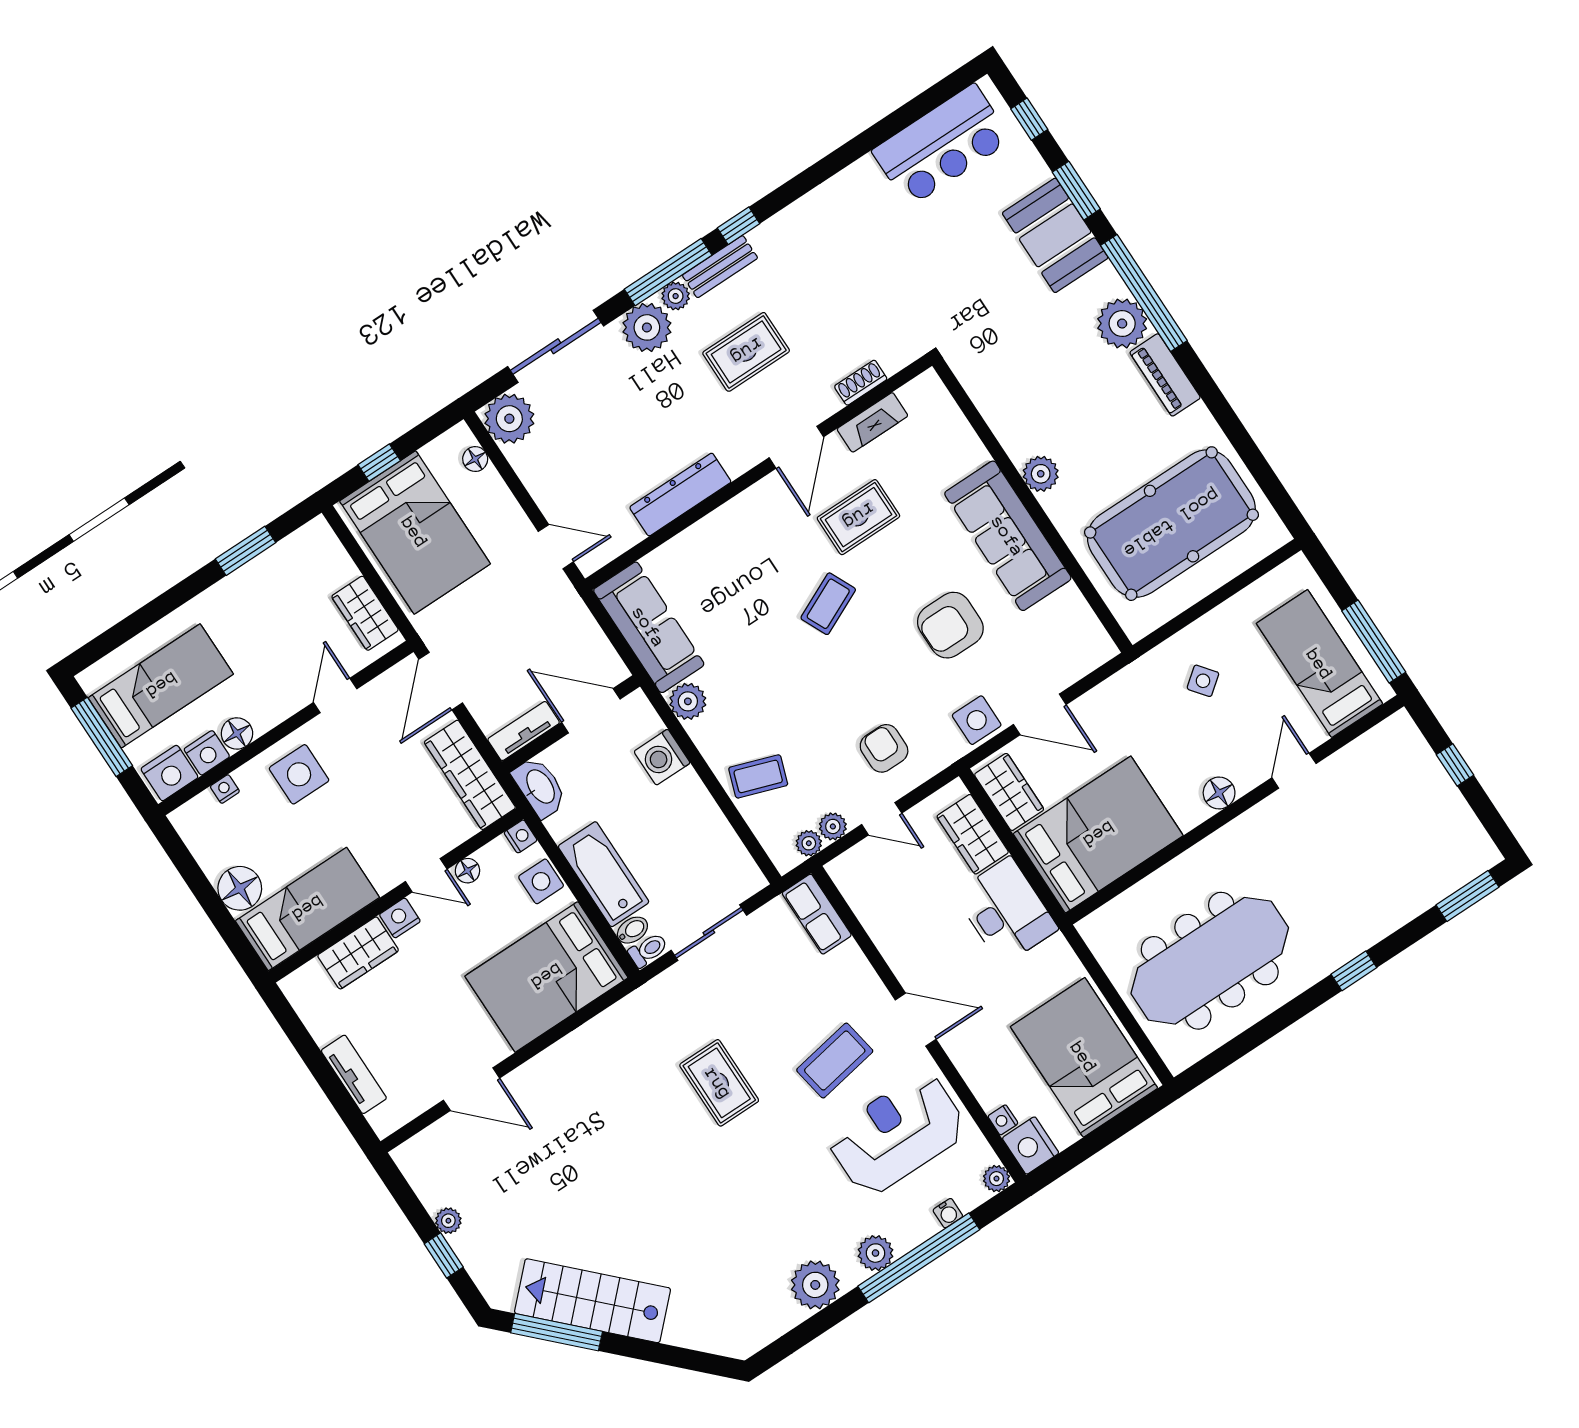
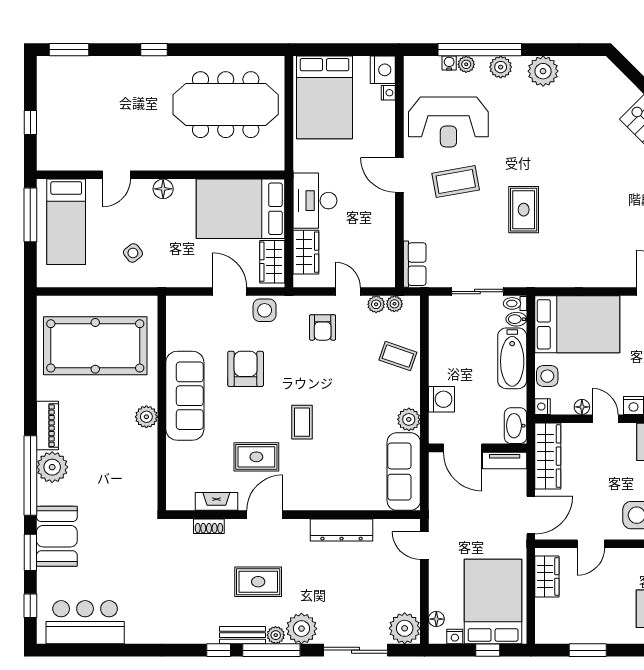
nightstand: (435, 452) -> (455, 636), added
coffee table: (828, 604) -> (302, 422), turned -65
armchair: (950, 625) -> (246, 369), turned -90
plant: (996, 1179) -> (466, 64), moved

